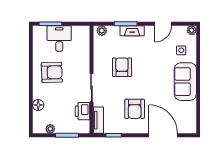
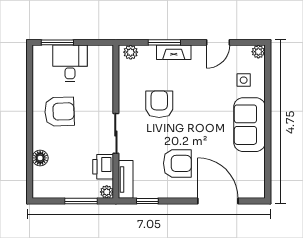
armchair: (135, 109) -> (177, 163), turned -90
plant: (50, 129) -> (107, 192), moved

